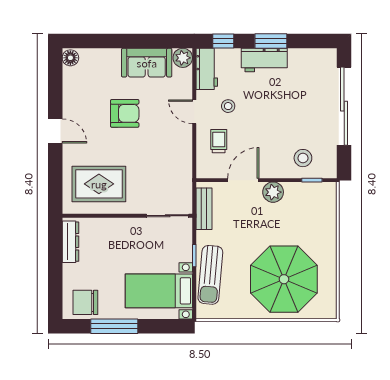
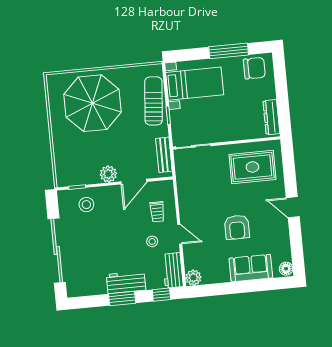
sofa: (147, 63) -> (251, 268), moved
armchair: (125, 113) -> (237, 227), turned -90

